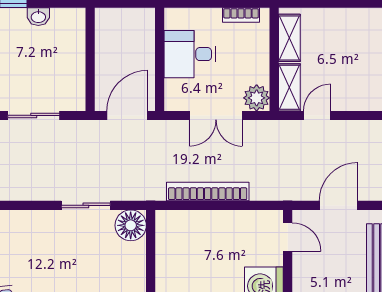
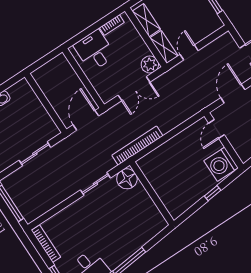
desk: (190, 54) -> (94, 51), moved, turned 90
bookcase: (208, 191) -> (137, 146), moved
door: (288, 237) -> (216, 129), swing flipped

